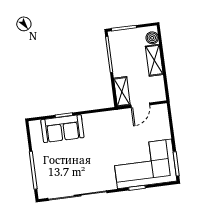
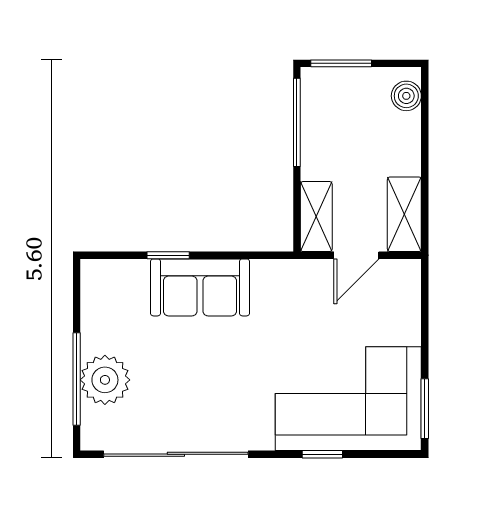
shelving: (154, 60) -> (404, 214), moved
sofa: (62, 129) -> (200, 287), moved
plant: (45, 169) -> (105, 380), added

